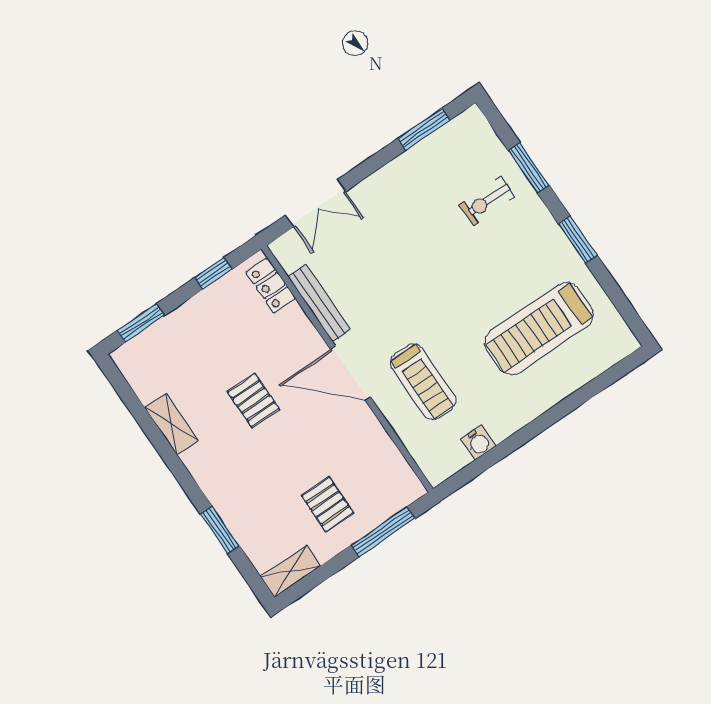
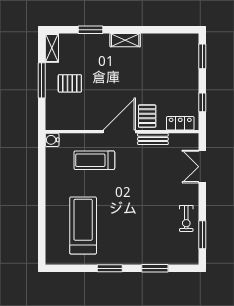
exercise bike: (487, 201) -> (186, 218), moved, turned 180
bench: (319, 303) -> (153, 139), width x0.73
pallet: (253, 400) -> (147, 116), moved, turned 90
shelving: (171, 424) -> (125, 40), moved
water cooler: (478, 442) -> (52, 140), moved
window: (383, 532) -> (42, 80), moved

